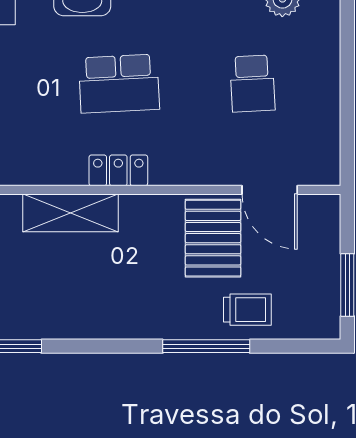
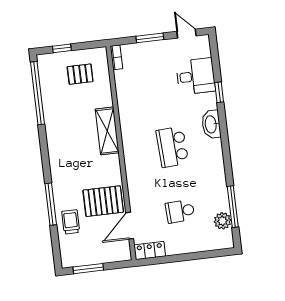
locker: (118, 170) -> (150, 250), moved, turned -90
trolley: (247, 310) -> (71, 222), turned 180

